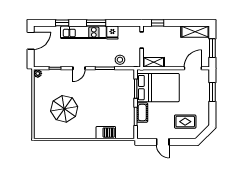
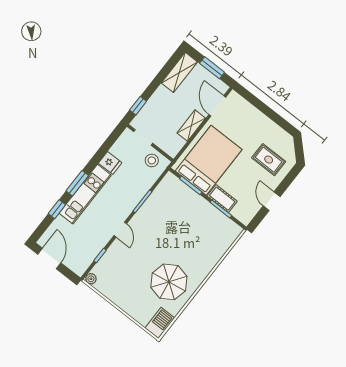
window: (96, 23) -> (77, 183), moved
stool: (120, 60) -> (152, 160), moved
shelving: (154, 62) -> (191, 126), moved
window: (212, 92) -> (260, 105), removed
parasol: (64, 109) -> (169, 282), moved
rug: (185, 122) -> (269, 160), turned 90
barbecue: (106, 133) -> (160, 323), moved
door: (163, 142) -> (272, 201), swing flipped

